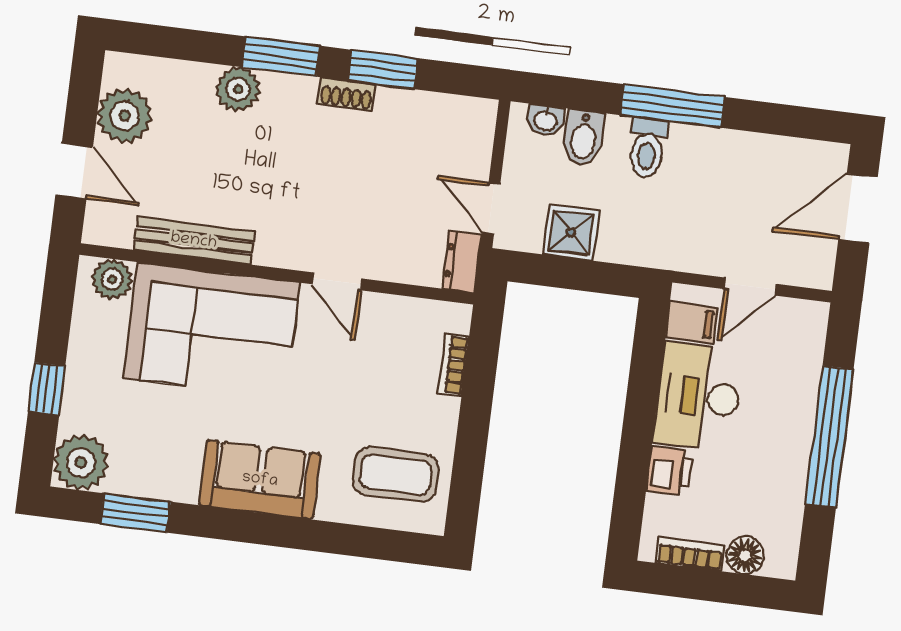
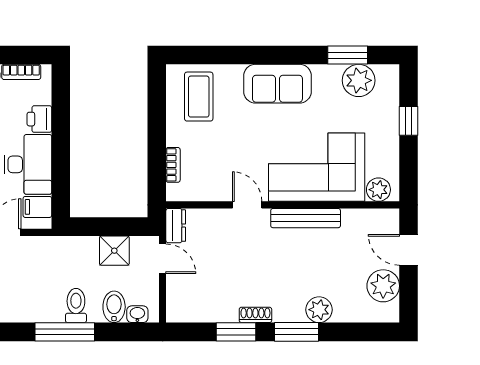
bench: (194, 241) -> (306, 218), moved
plant: (81, 462) -> (359, 80), moved
coffee table: (396, 475) -> (199, 97), turned 90

